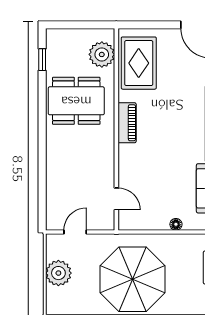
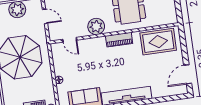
plant: (102, 54) -> (96, 26), moved
door: (116, 199) -> (70, 40), hinge flipped

